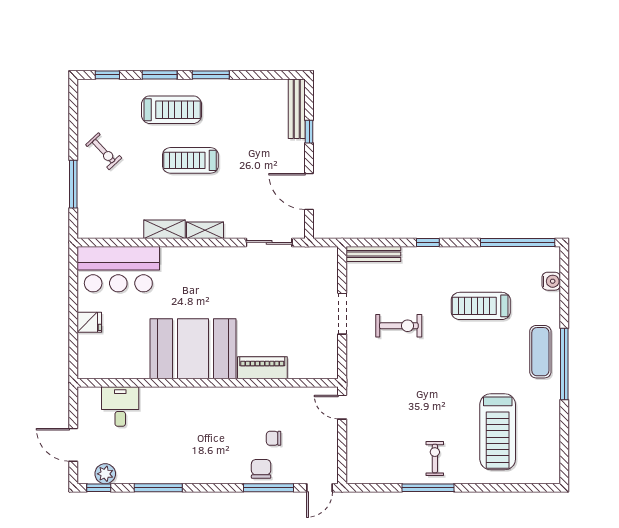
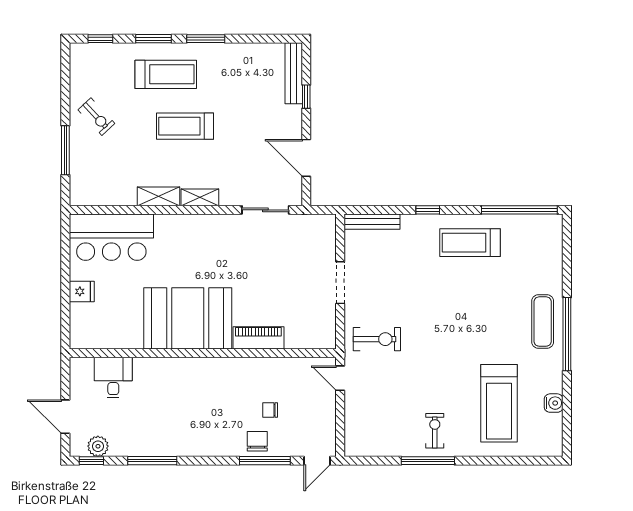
water cooler: (551, 281) -> (554, 403), moved
treadmill: (481, 306) -> (470, 243), moved
exercise bike: (399, 326) -> (377, 339), moved

